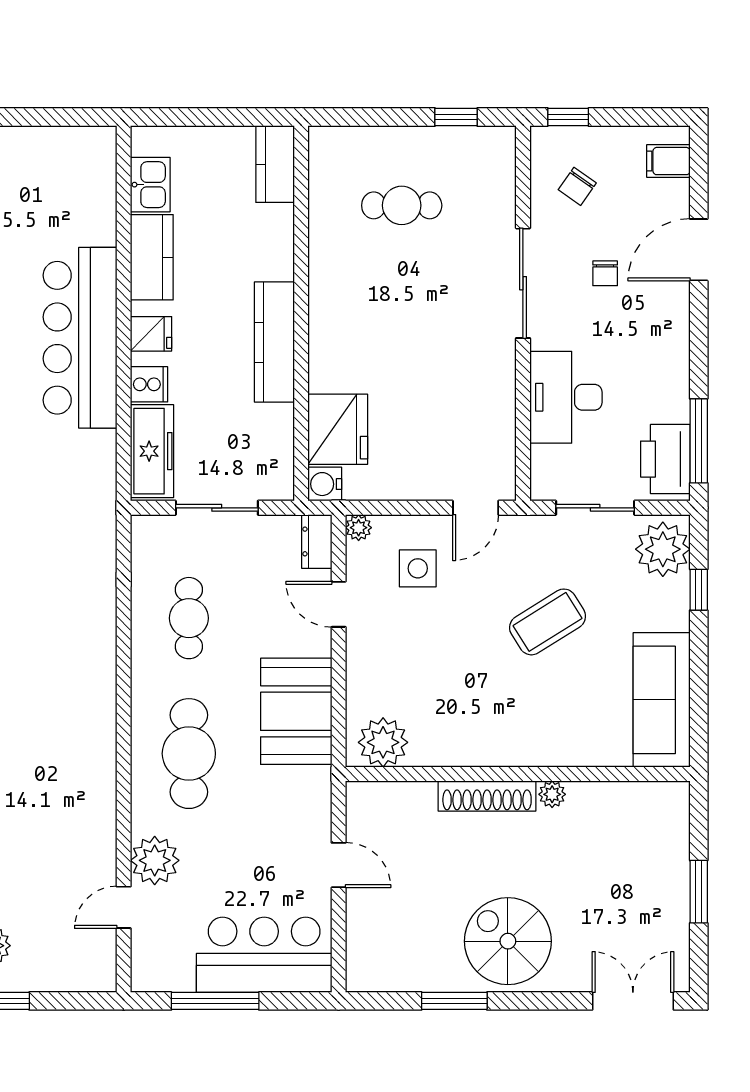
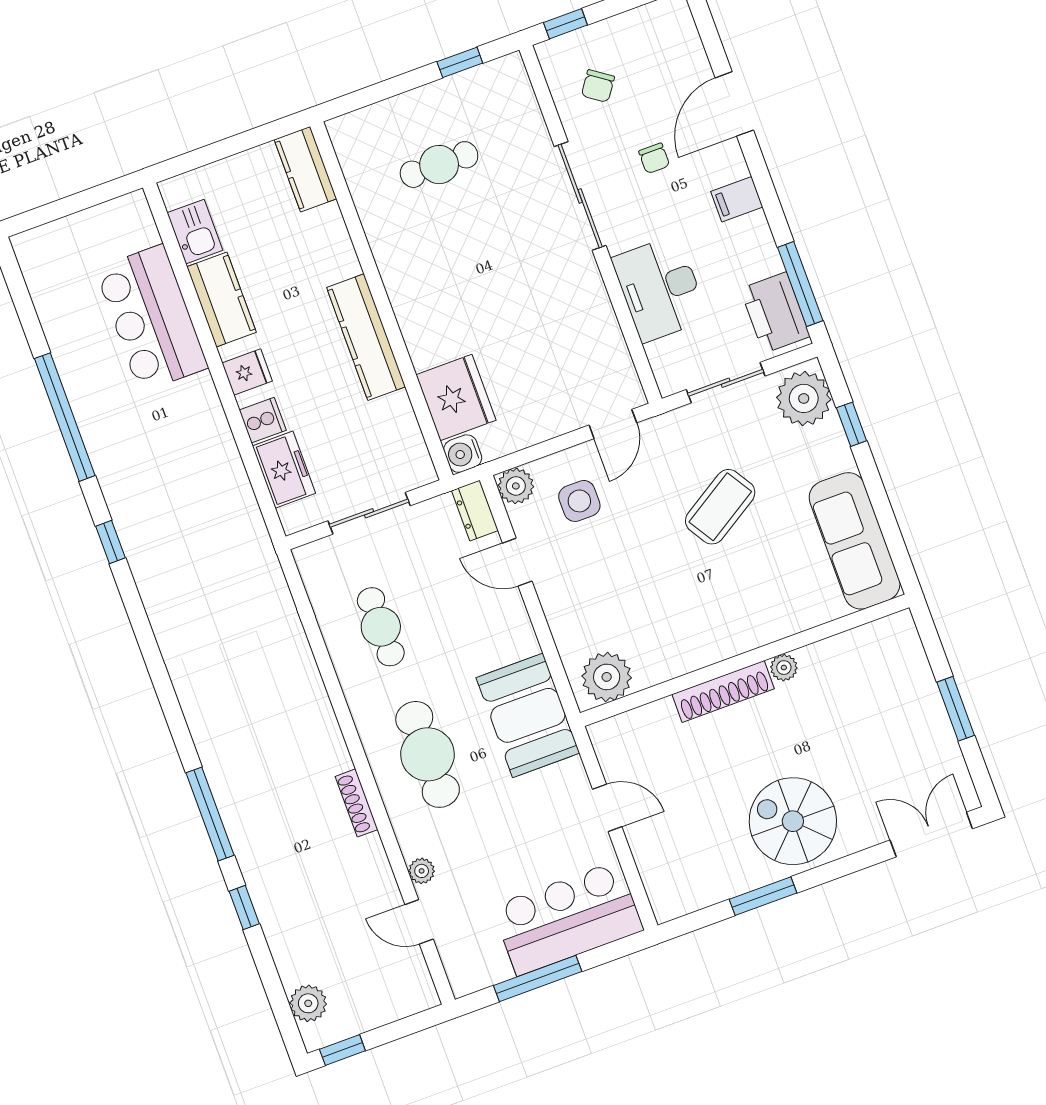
filing cabinet: (668, 161) -> (737, 199), moved
bar counter: (80, 338) -> (152, 318), moved, width x0.73
freezer: (152, 451) -> (284, 470), width x0.71
plant: (359, 528) -> (516, 486), width x1.38, depth x1.38
booth: (296, 711) -> (528, 715), moved
shoe rack: (106, 775) -> (357, 803), added
plant: (155, 860) -> (422, 871), width x0.53, depth x0.53
door: (124, 907) -> (419, 922), hinge flipped

